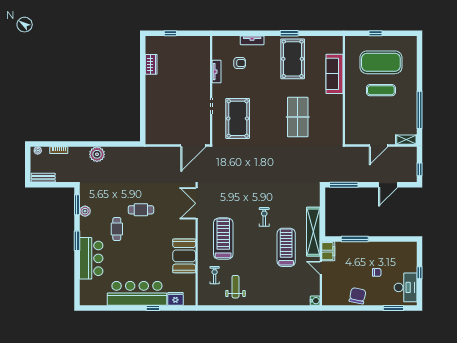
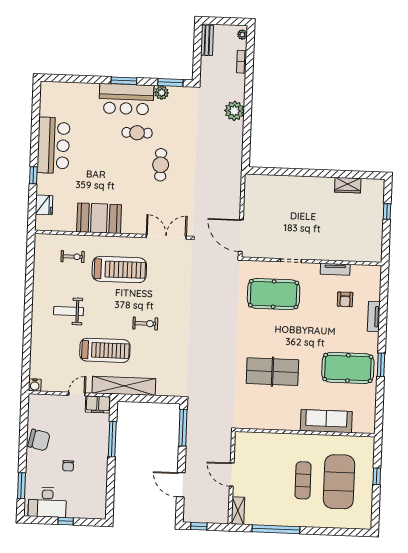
bar counter: (91, 258) -> (126, 99), moved
weight bench: (235, 287) -> (69, 311), moved, turned 180
bar counter: (137, 293) -> (53, 145), width x0.73

